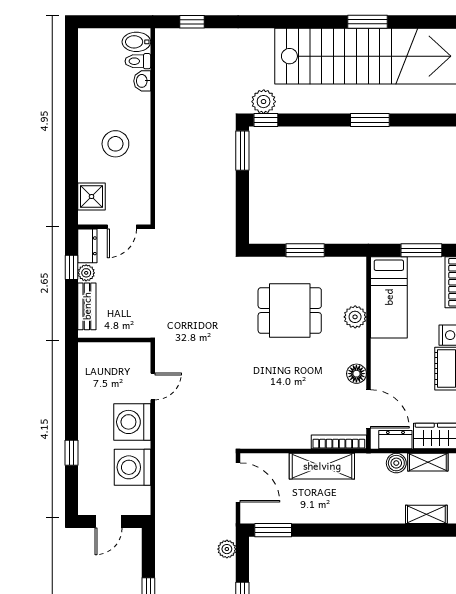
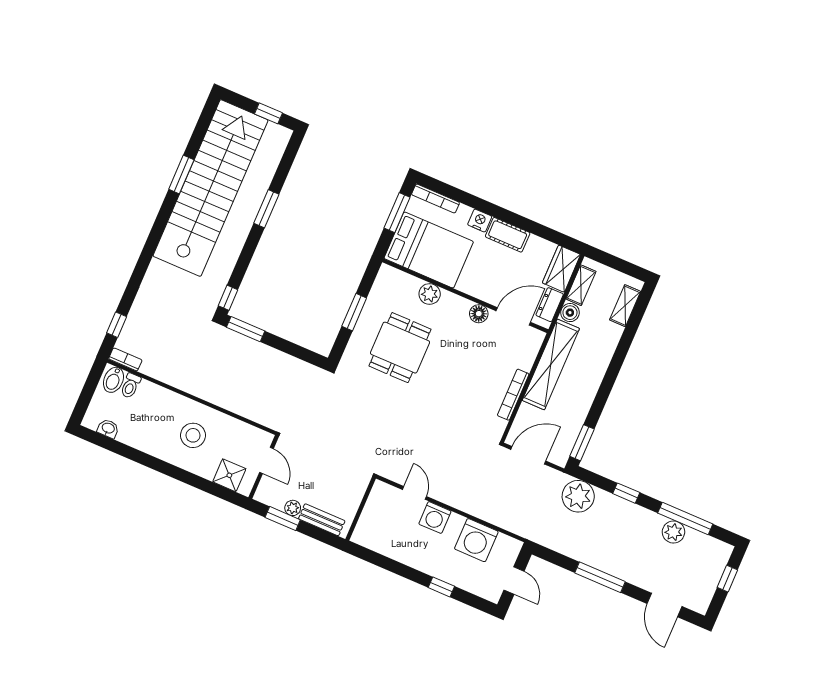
bookcase: (162, 45) -> (125, 359), added
washbasin: (142, 81) -> (108, 428), moved, turned 180
plant: (264, 102) -> (211, 293), removed
dresser: (87, 246) -> (270, 497), removed
window: (71, 267) -> (283, 519), width x1.50
bed: (389, 297) -> (429, 250), width x1.50
washing machine: (132, 422) -> (435, 518), width x0.73, depth x0.73
bookcase: (339, 442) -> (513, 395), moved
shelving: (322, 466) -> (551, 364), width x1.47
plant: (227, 549) -> (578, 496), width x1.88, depth x1.88

